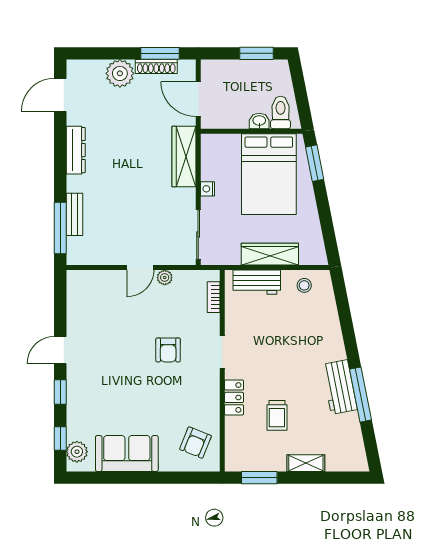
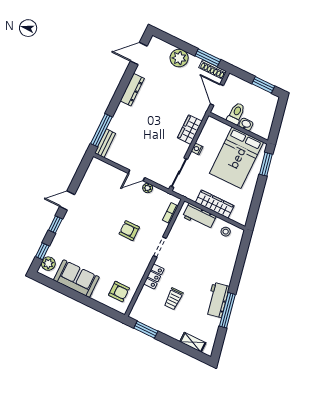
shoe rack: (156, 67) -> (213, 69), moved
toilet: (281, 112) -> (236, 114), moved
wardrobe: (184, 157) -> (190, 130), width x0.67
bench: (74, 214) -> (105, 143), moved
armchair: (168, 350) -> (129, 231), turned 90
armchair: (195, 443) -> (119, 292), turned -112
shelving: (306, 463) -> (193, 342), moved

